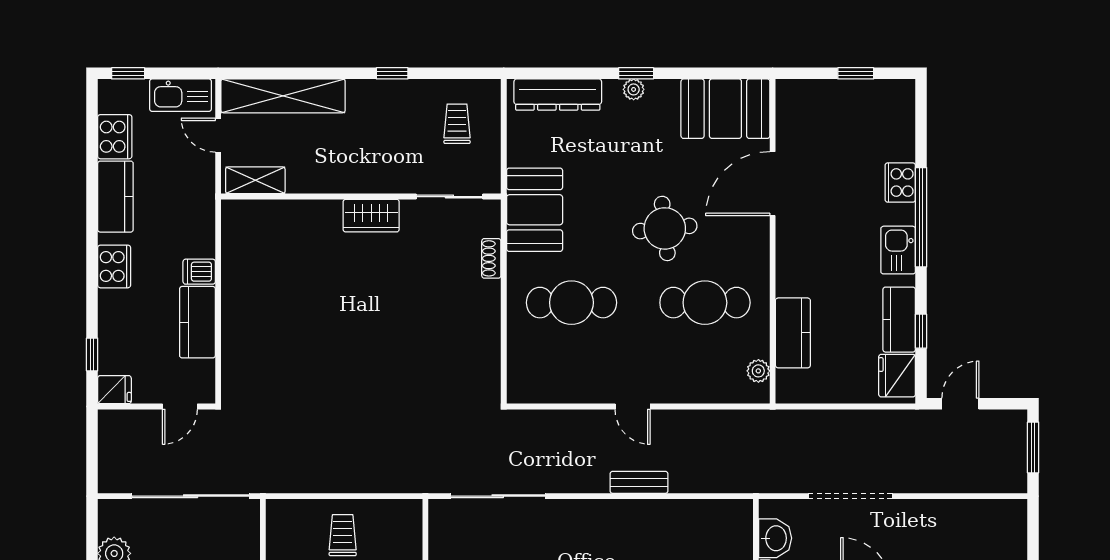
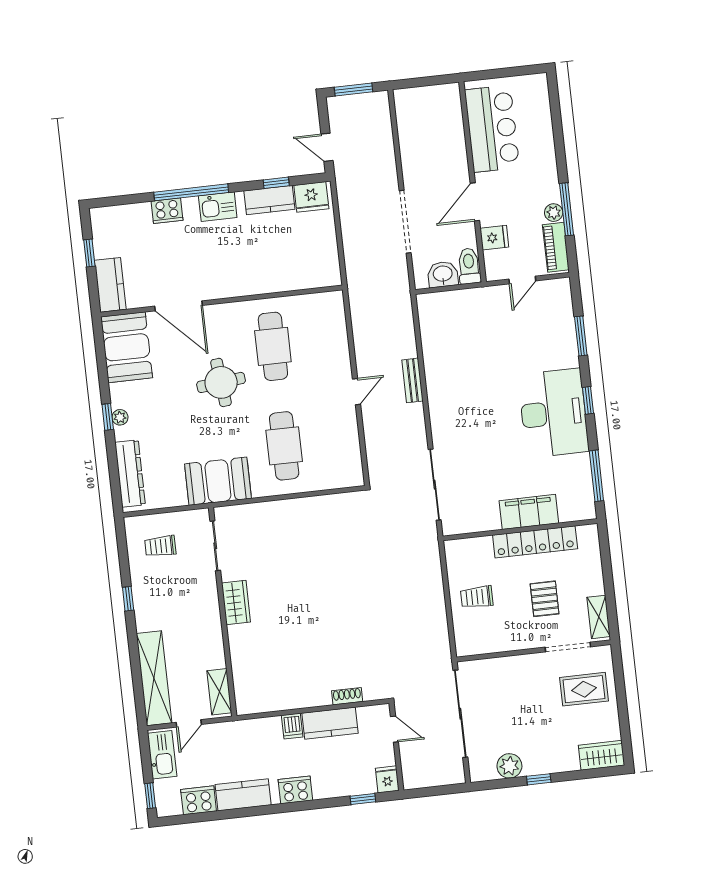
shoe rack: (491, 258) -> (347, 696), moved, turned 180
kitchen counter: (793, 333) -> (110, 285), moved, turned 90
plant: (758, 371) -> (319, 301), removed

